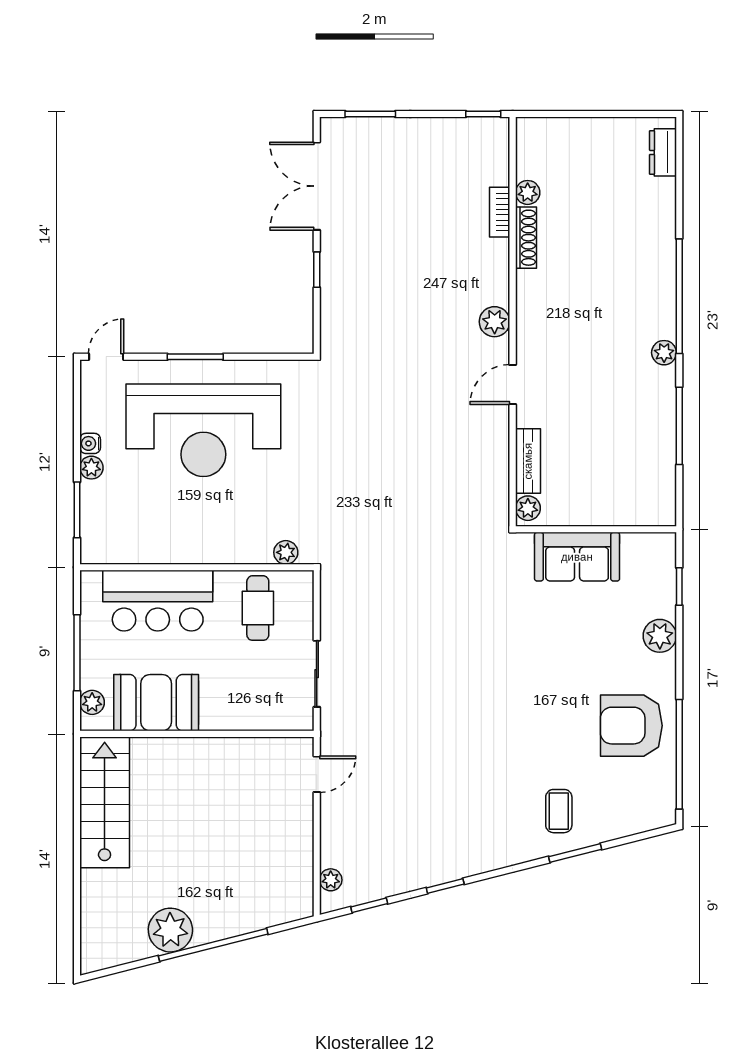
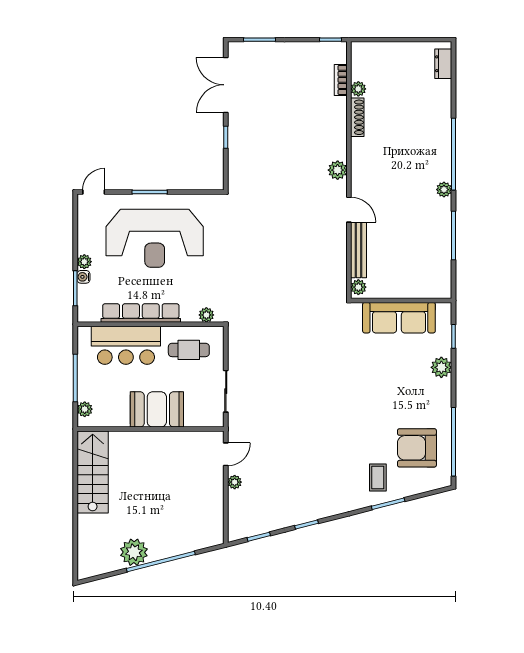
bookcase: (500, 212) -> (341, 80), moved
door: (513, 385) -> (349, 210), swing flipped
water cooler: (90, 443) -> (83, 277), moved
bench: (528, 461) -> (358, 250), width x1.36
row of seats: (181, 549) -> (141, 313), added
sofa: (577, 557) -> (399, 318), width x1.36
cafe table: (258, 608) -> (189, 350), turned 90
booth: (156, 703) -> (157, 409), moved
armchair: (631, 726) -> (417, 448), moved
plant: (331, 880) -> (235, 482), moved

